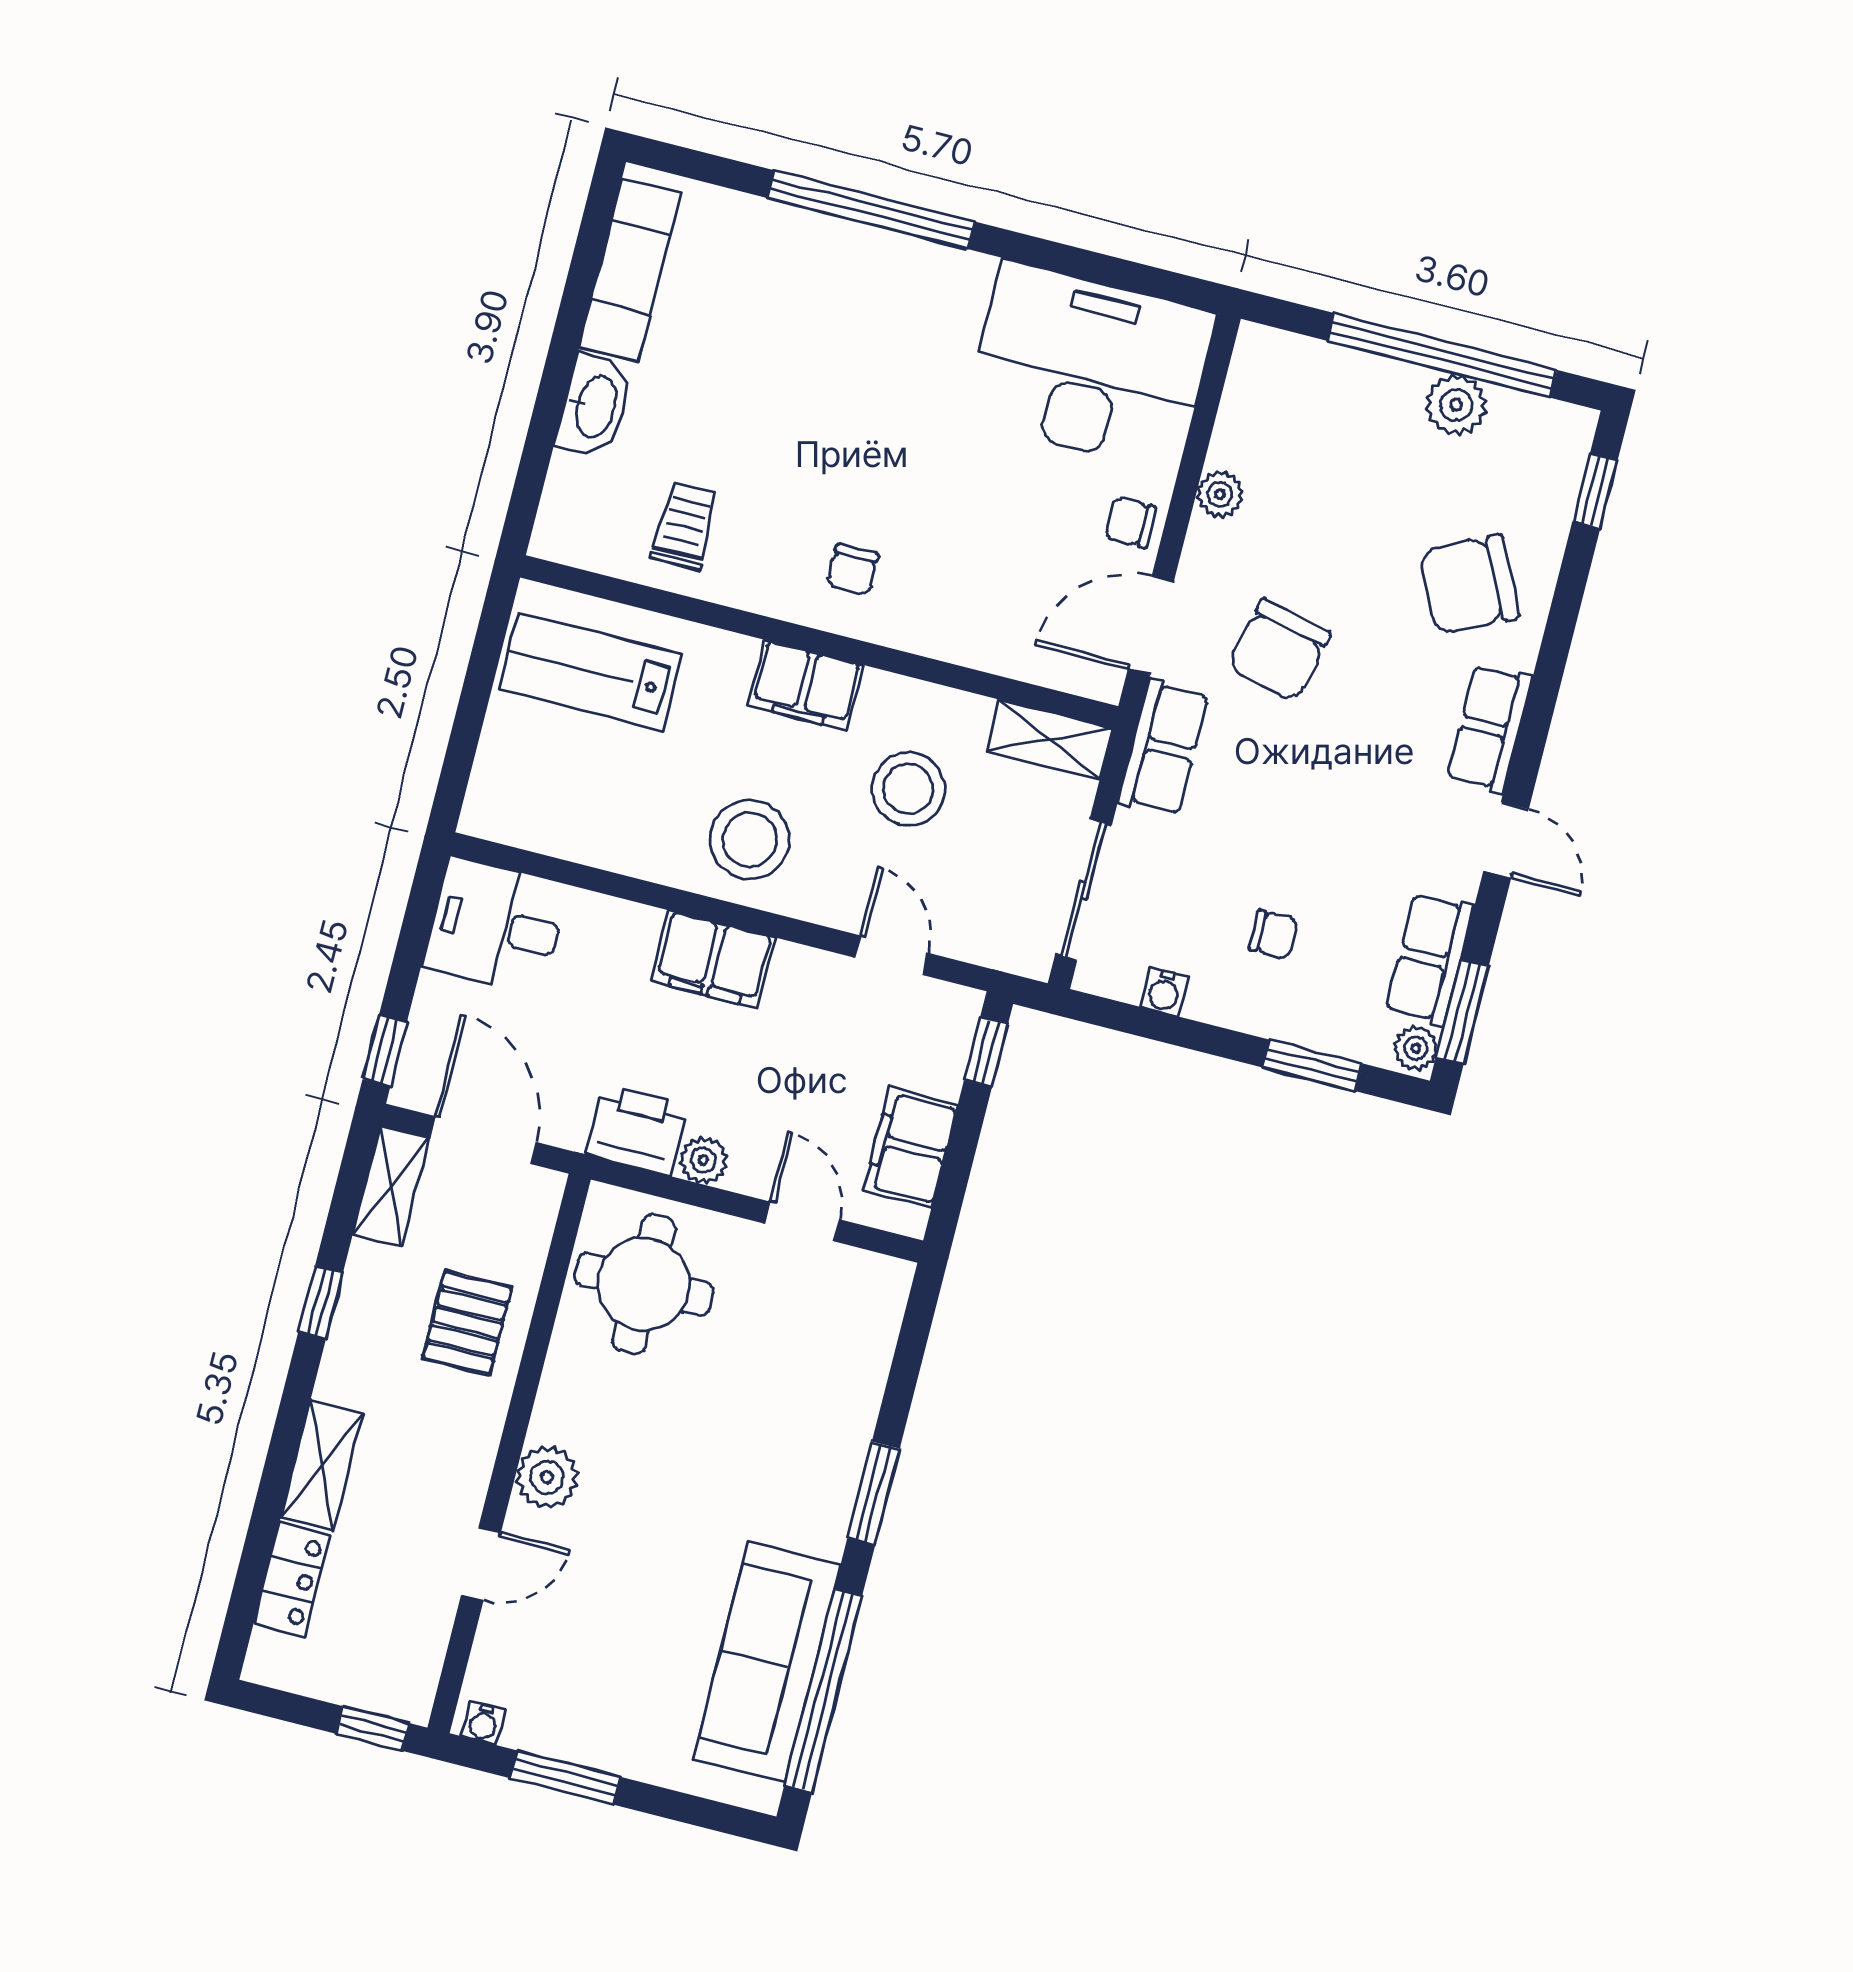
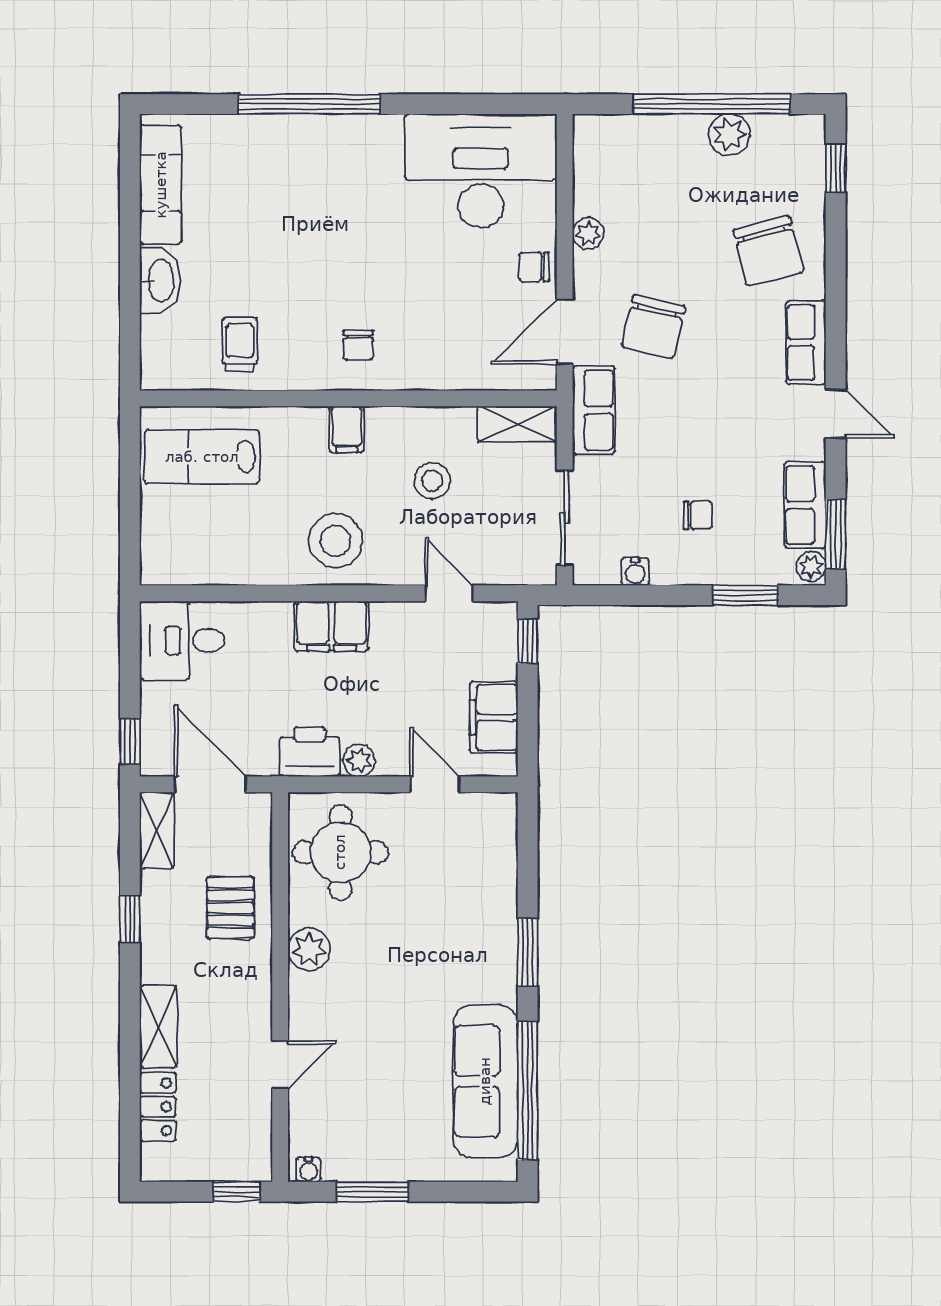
chair: (1469, 584) -> (768, 251), turned -78
filing cabinet: (806, 685) -> (347, 429), width x0.50
stool: (908, 789) -> (432, 481), width x0.73, depth x0.73
plant: (547, 1477) -> (309, 949), moved

